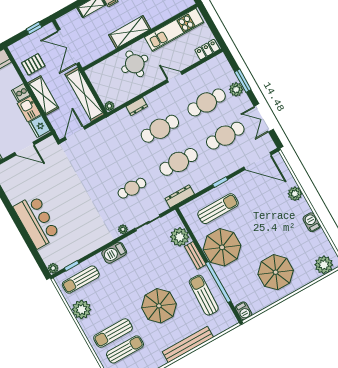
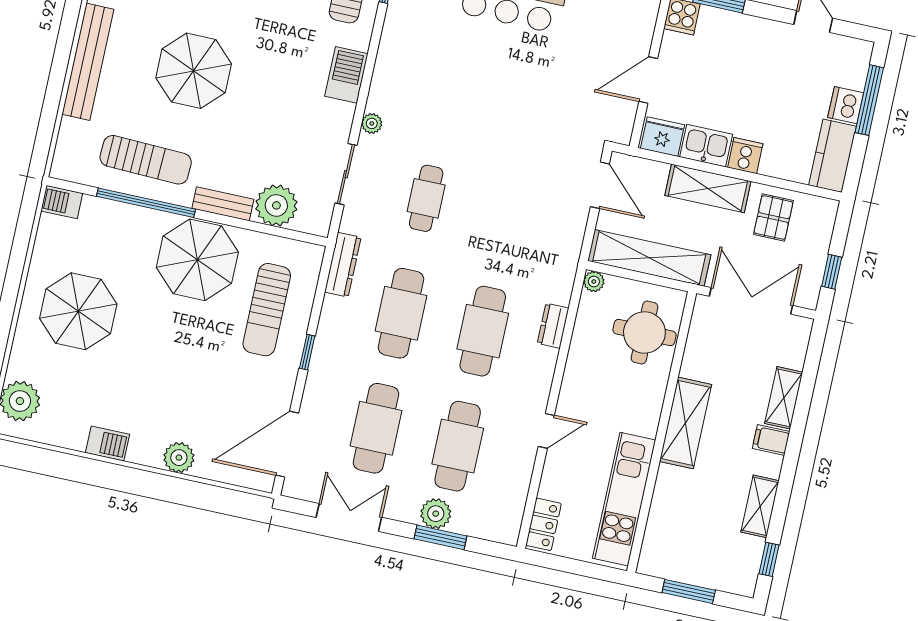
round table: (135, 64) -> (644, 332), moved

